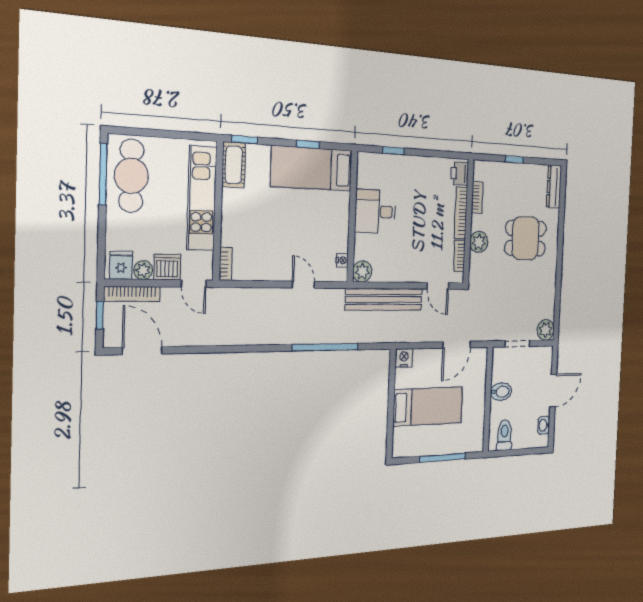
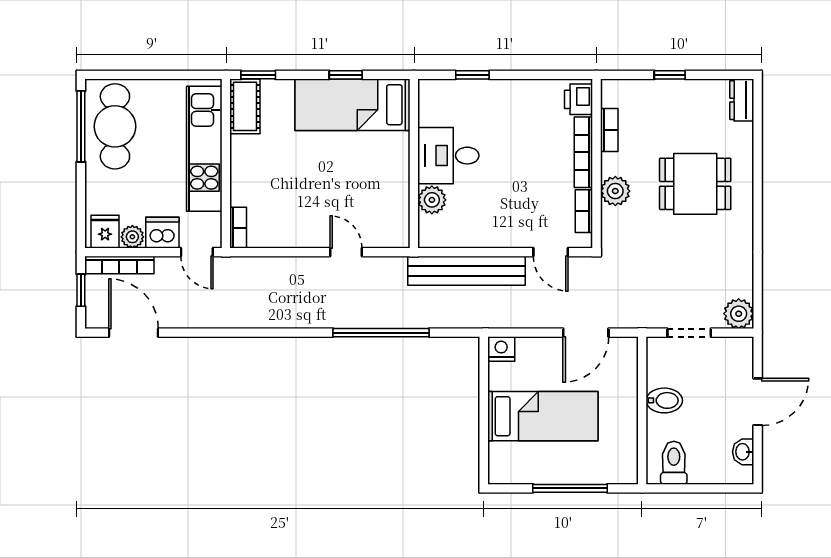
dresser: (554, 187) -> (742, 100), width x0.70
nightstand: (342, 260) -> (401, 220), removed
plant: (362, 271) -> (432, 200), moved

